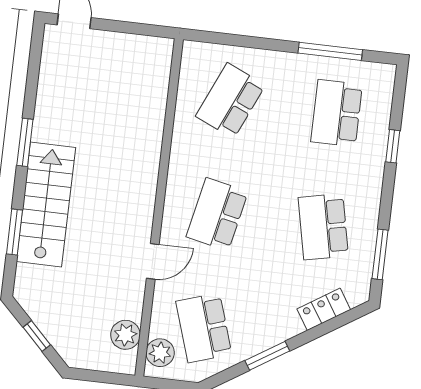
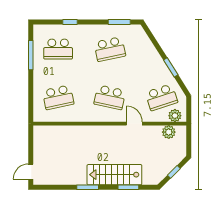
school desk: (230, 101) -> (58, 97), turned -36
locker: (324, 309) -> (147, 44), removed

